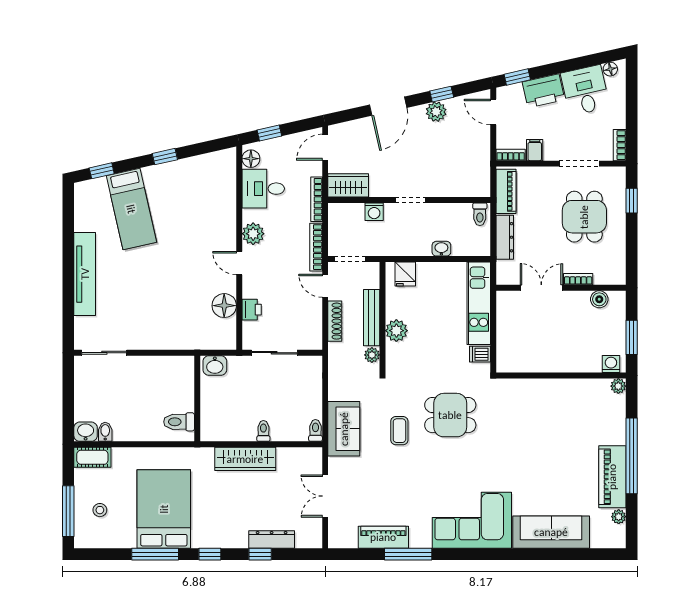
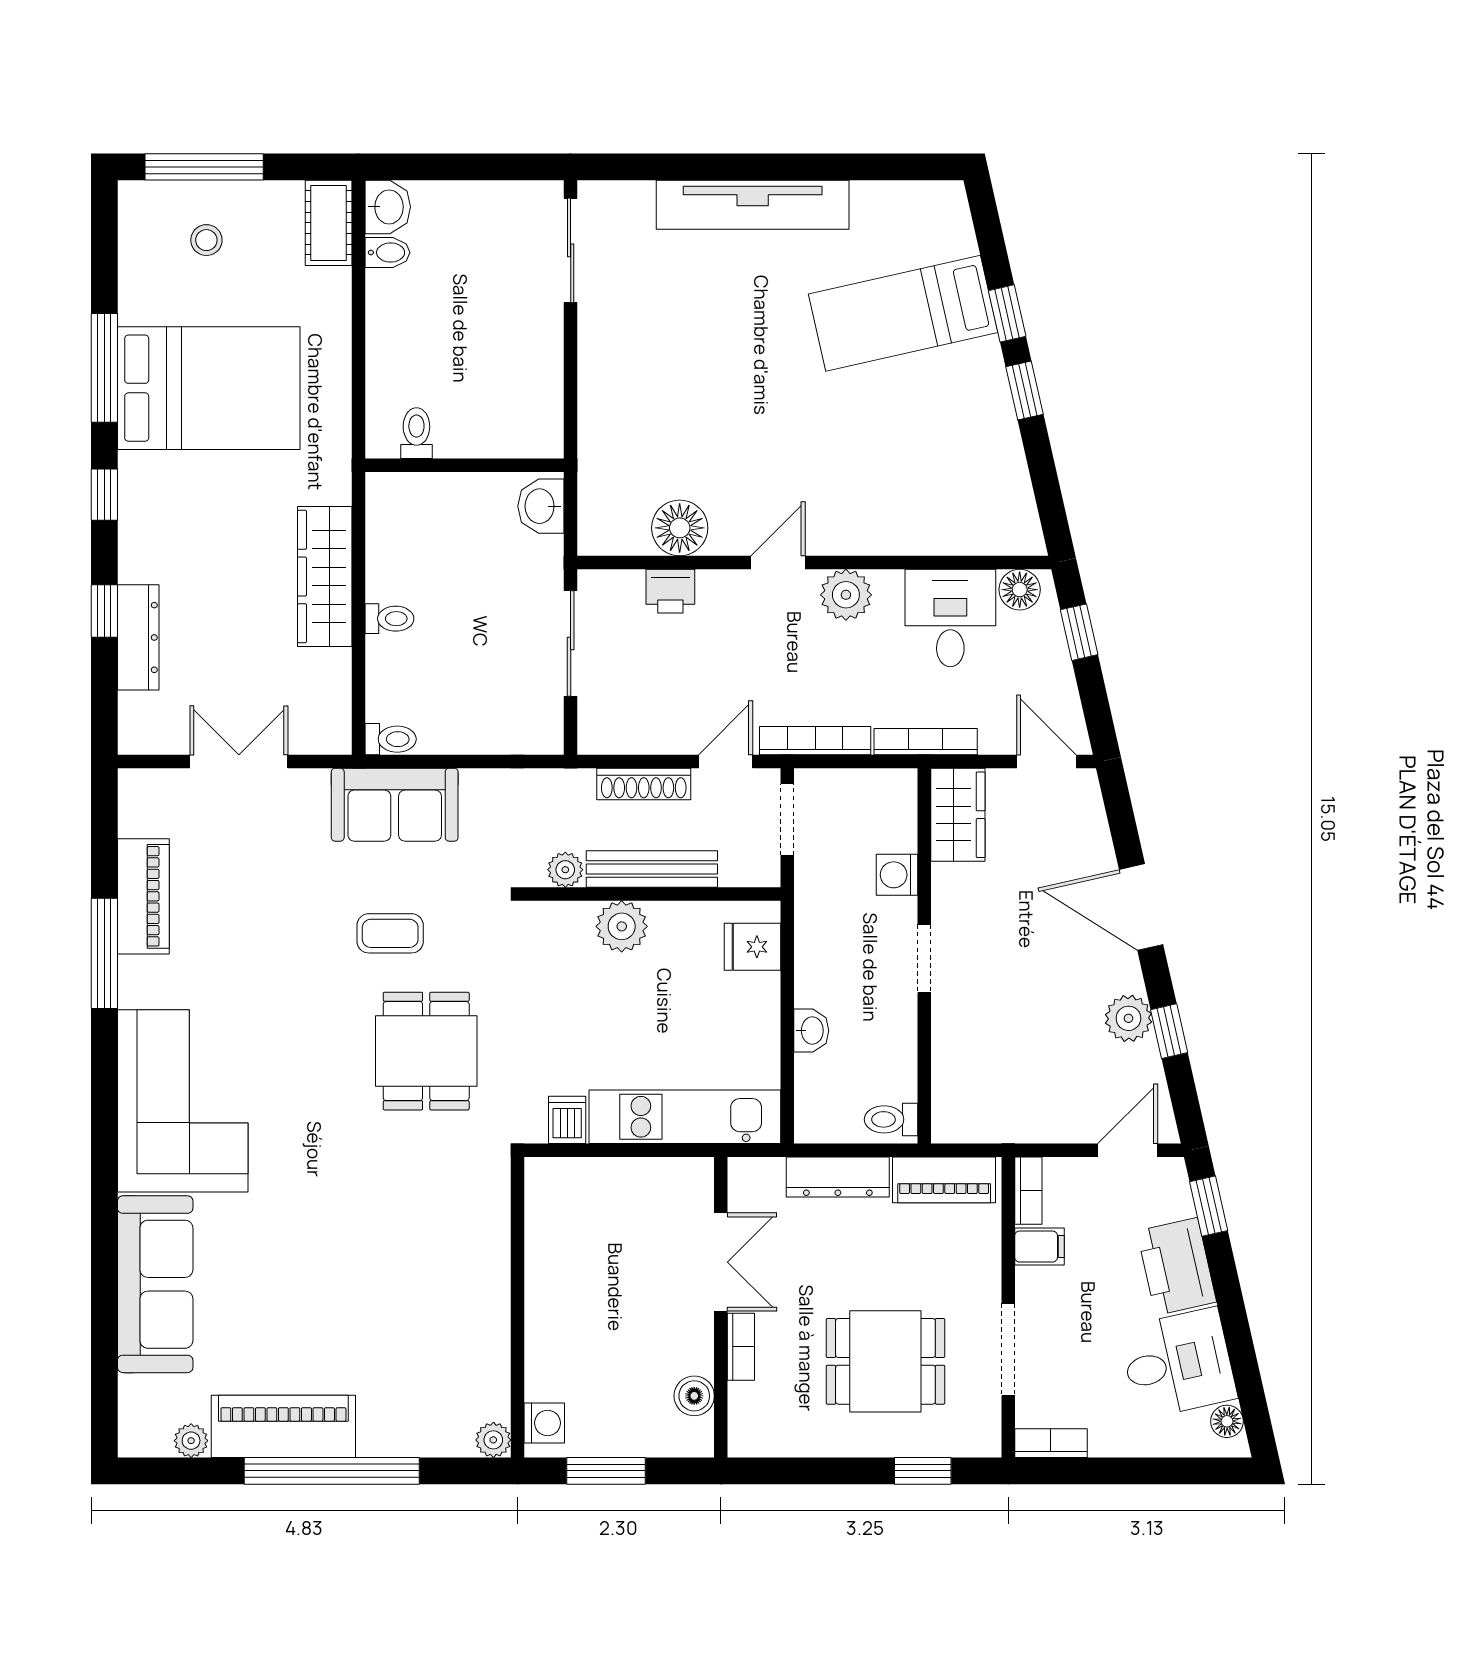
window: (102, 171) -> (1007, 313), moved
toilet: (179, 422) -> (416, 433), width x0.73, depth x0.72

